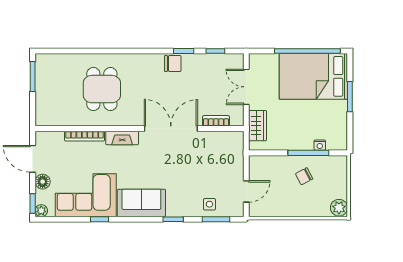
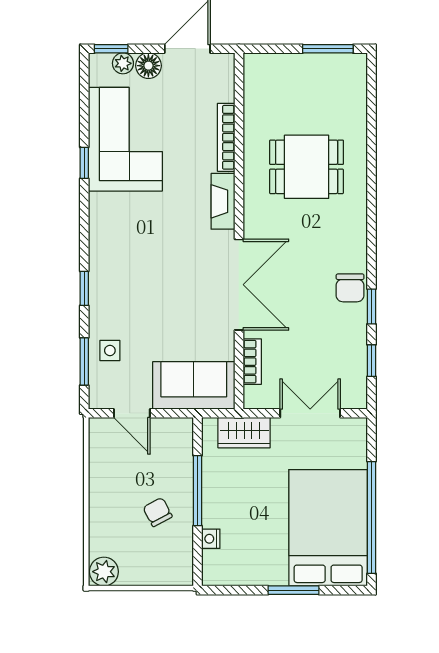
window: (308, 153) -> (198, 491), moved
sofa: (141, 203) -> (194, 385), moved, turned -90
plant: (41, 211) -> (123, 63), moved

